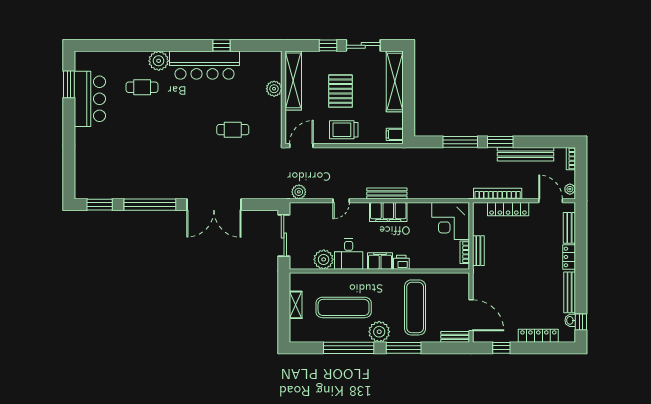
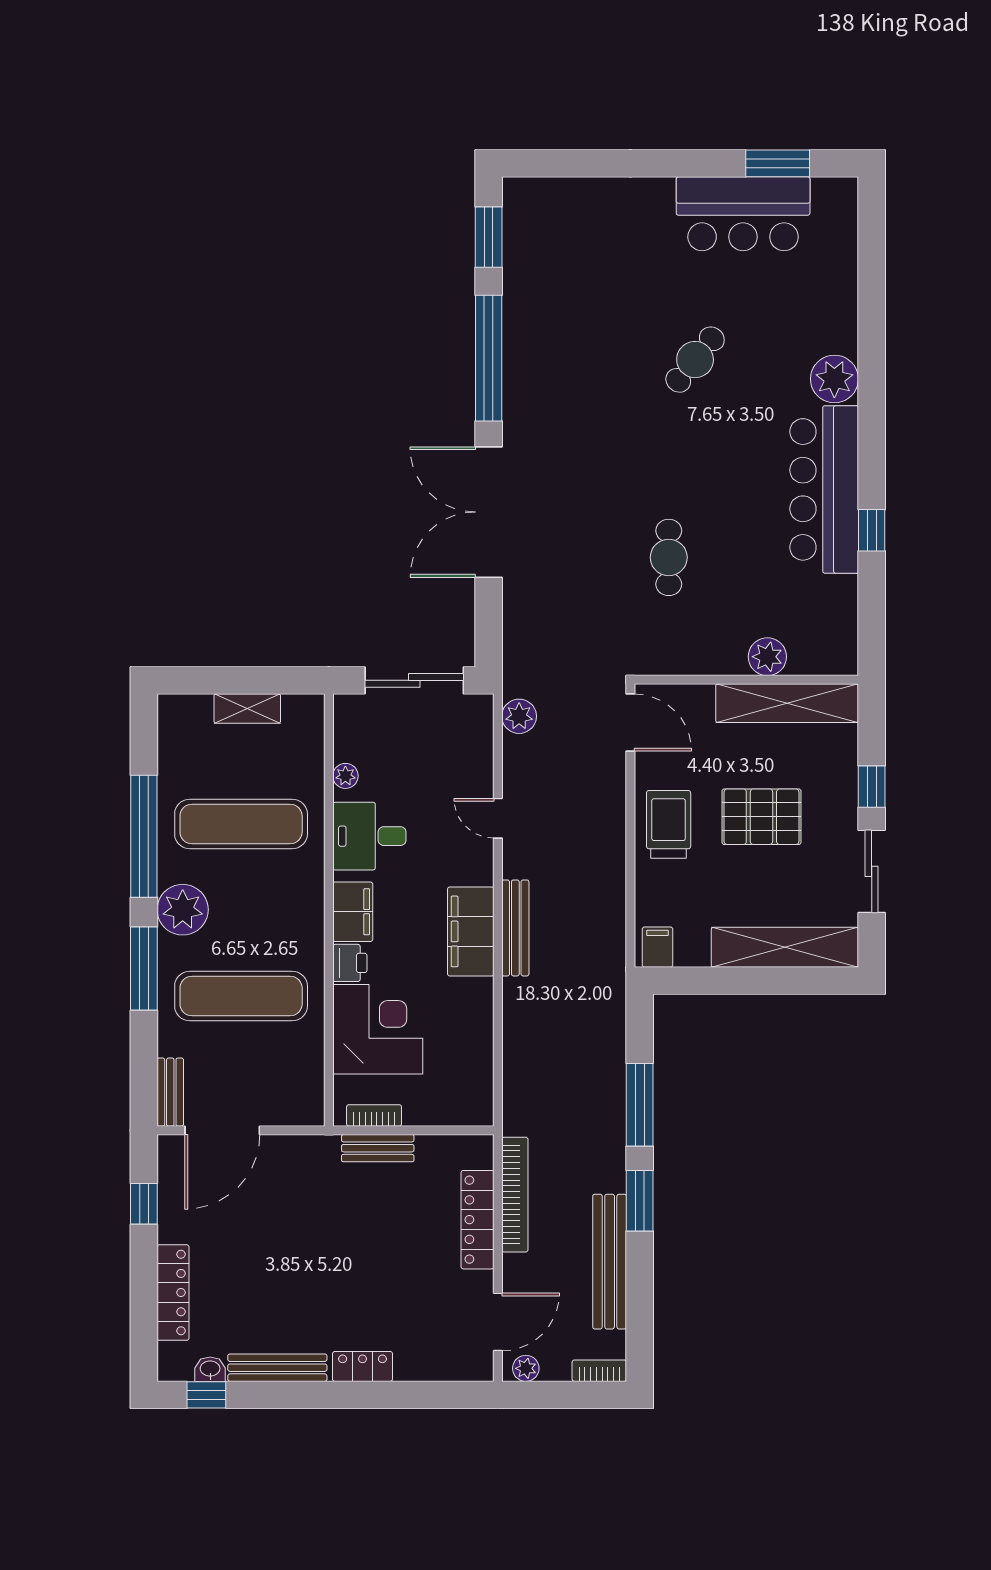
cafe table: (142, 87) -> (695, 360), moved, turned 39
corner desk: (451, 221) -> (378, 1029), moved, turned 90
bench: (569, 228) -> (432, 1367), removed
plant: (324, 259) -> (345, 776), width x0.53, depth x0.53
exercise mat: (344, 307) -> (241, 824), turned 90

